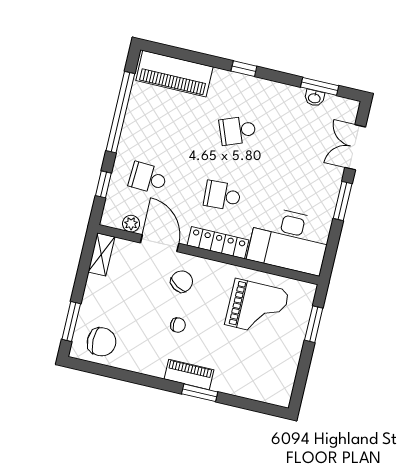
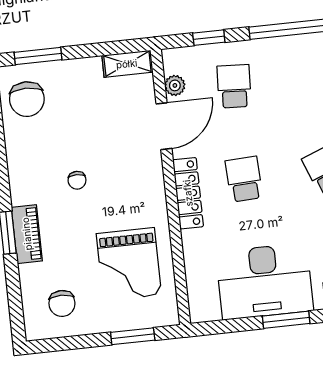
desk: (289, 240) -> (265, 281), moved, turned -90
chair: (182, 282) -> (62, 303), moved, turned 59
piano: (189, 374) -> (27, 234), moved

